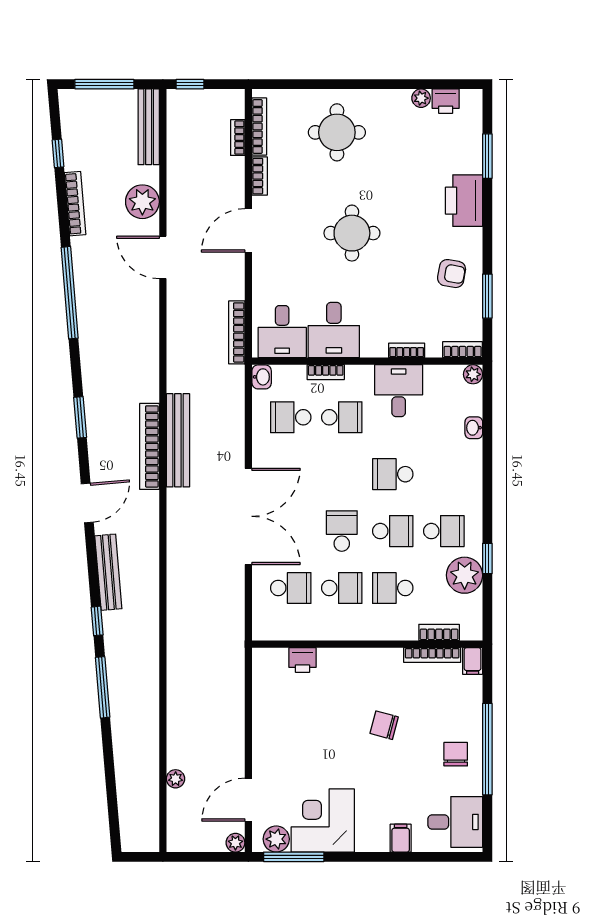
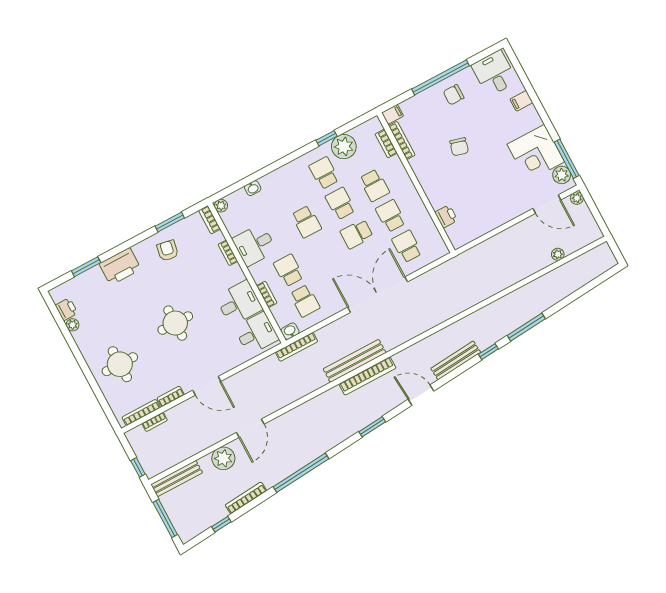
bookcase: (237, 332) -> (296, 347), moved

